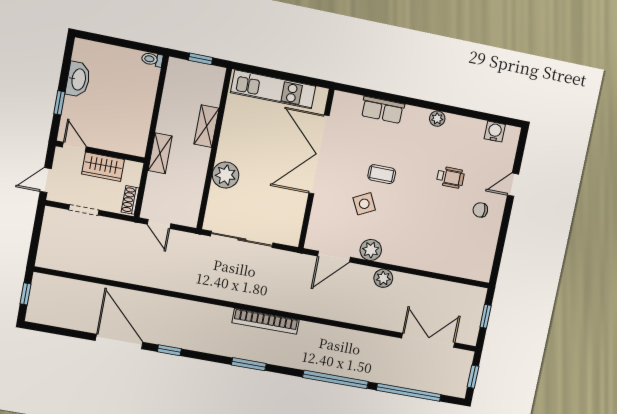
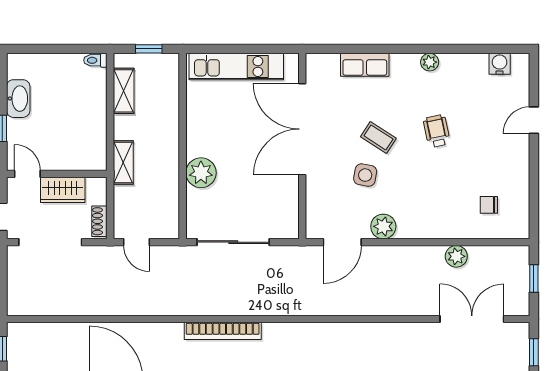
shelving: (206, 126) -> (124, 91), moved
coffee table: (382, 174) -> (378, 137), turned 33
wheelchair: (450, 177) -> (437, 131), moved, turned -102
side table: (364, 204) -> (365, 175), turned 38
doorway: (84, 210) -> (50, 242), width x1.88
chair: (480, 210) -> (489, 205), moved
plant: (383, 278) -> (456, 256), moved
bookcase: (266, 321) -> (223, 331), moved

